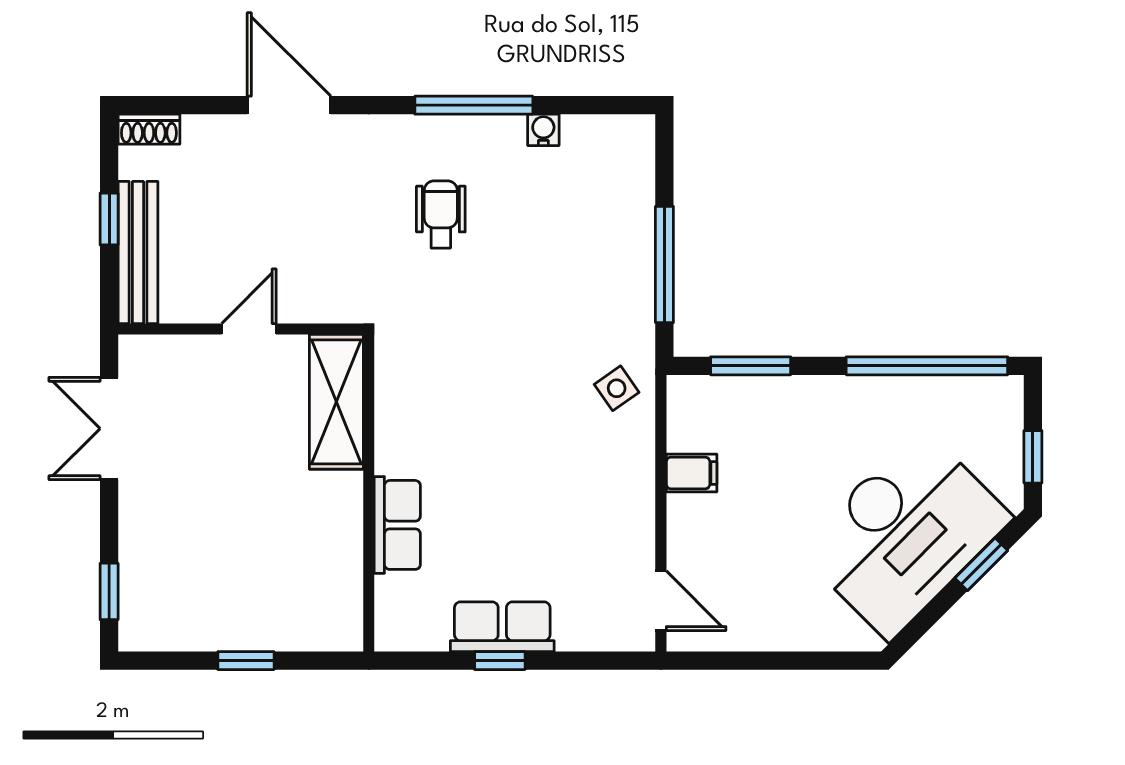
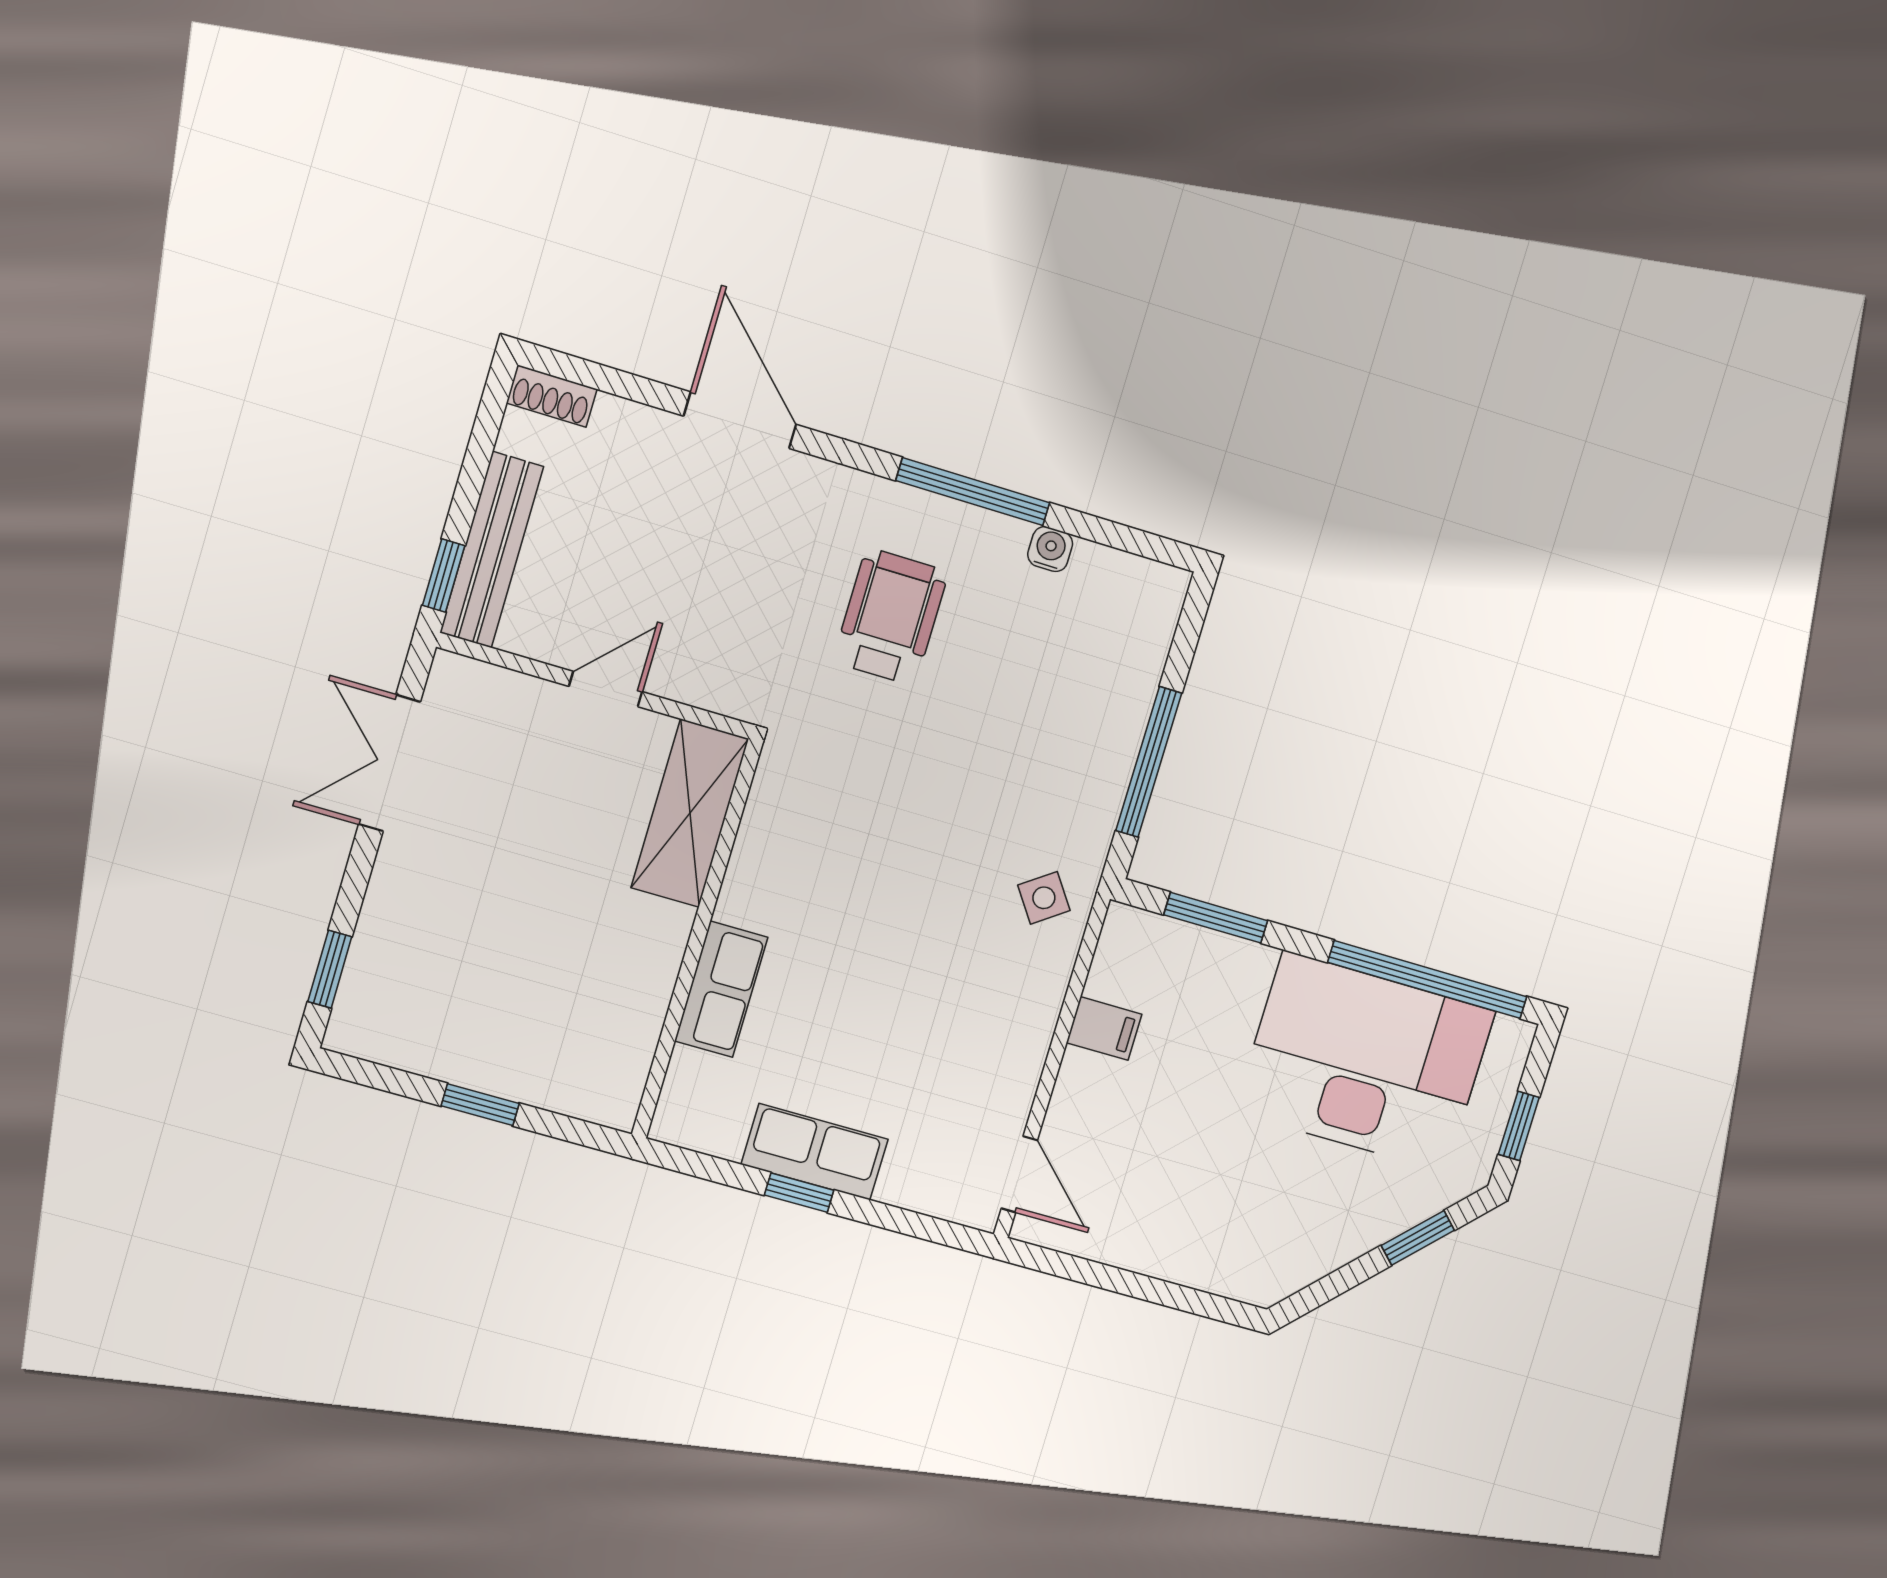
wheelchair: (441, 214) -> (891, 617), width x1.36, depth x1.37
window: (109, 219) -> (444, 575), moved
desk: (905, 534) -> (1365, 1062), moved, turned -135

